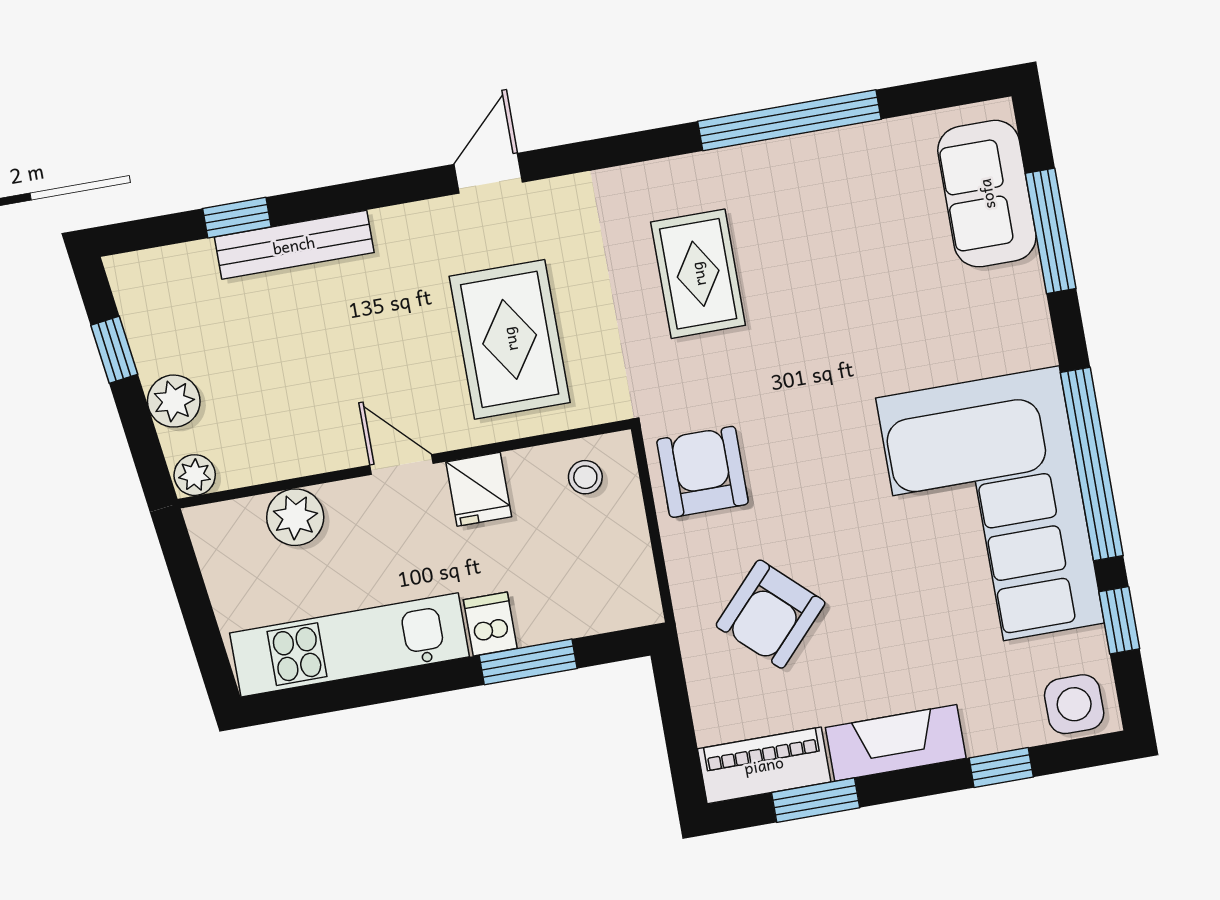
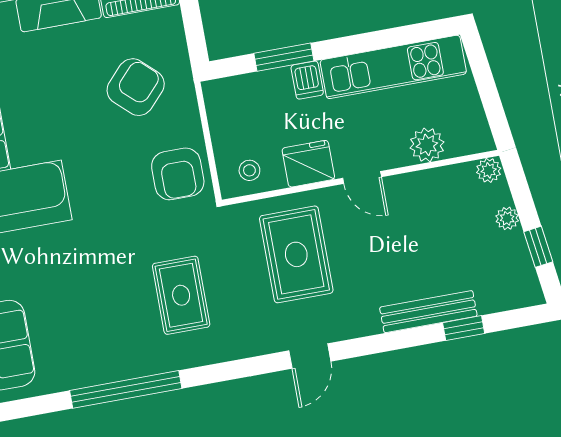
plant: (174, 401) -> (507, 218), width x0.73, depth x0.73
fridge: (479, 489) -> (308, 164), width x1.38

